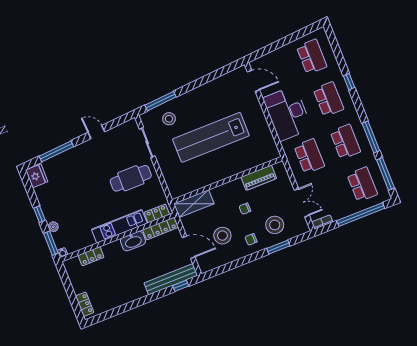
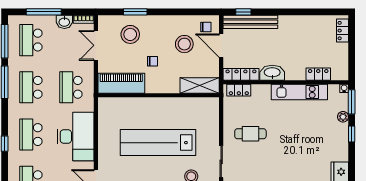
lab bench: (211, 137) -> (158, 143), turned 180
cafe table: (131, 178) -> (250, 134), width x0.73, depth x0.74
piano: (259, 178) -> (121, 83), width x1.37, depth x1.33
washbasin: (339, 213) -> (64, 22), added
window: (361, 214) -> (44, 12), width x0.68
kitchen unit: (119, 226) -> (299, 92), moved
chair: (251, 239) -> (206, 27), moved

